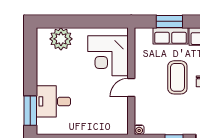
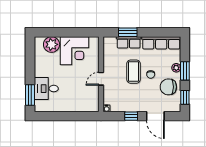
corner desk: (108, 56) -> (75, 51), moved, turned -90

